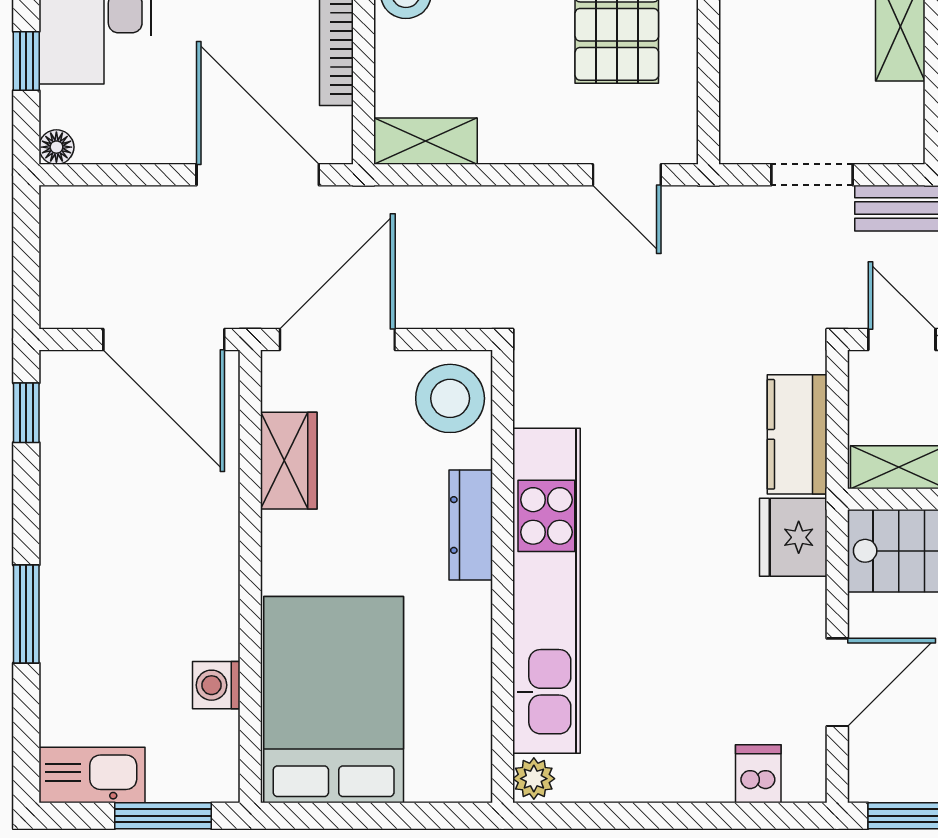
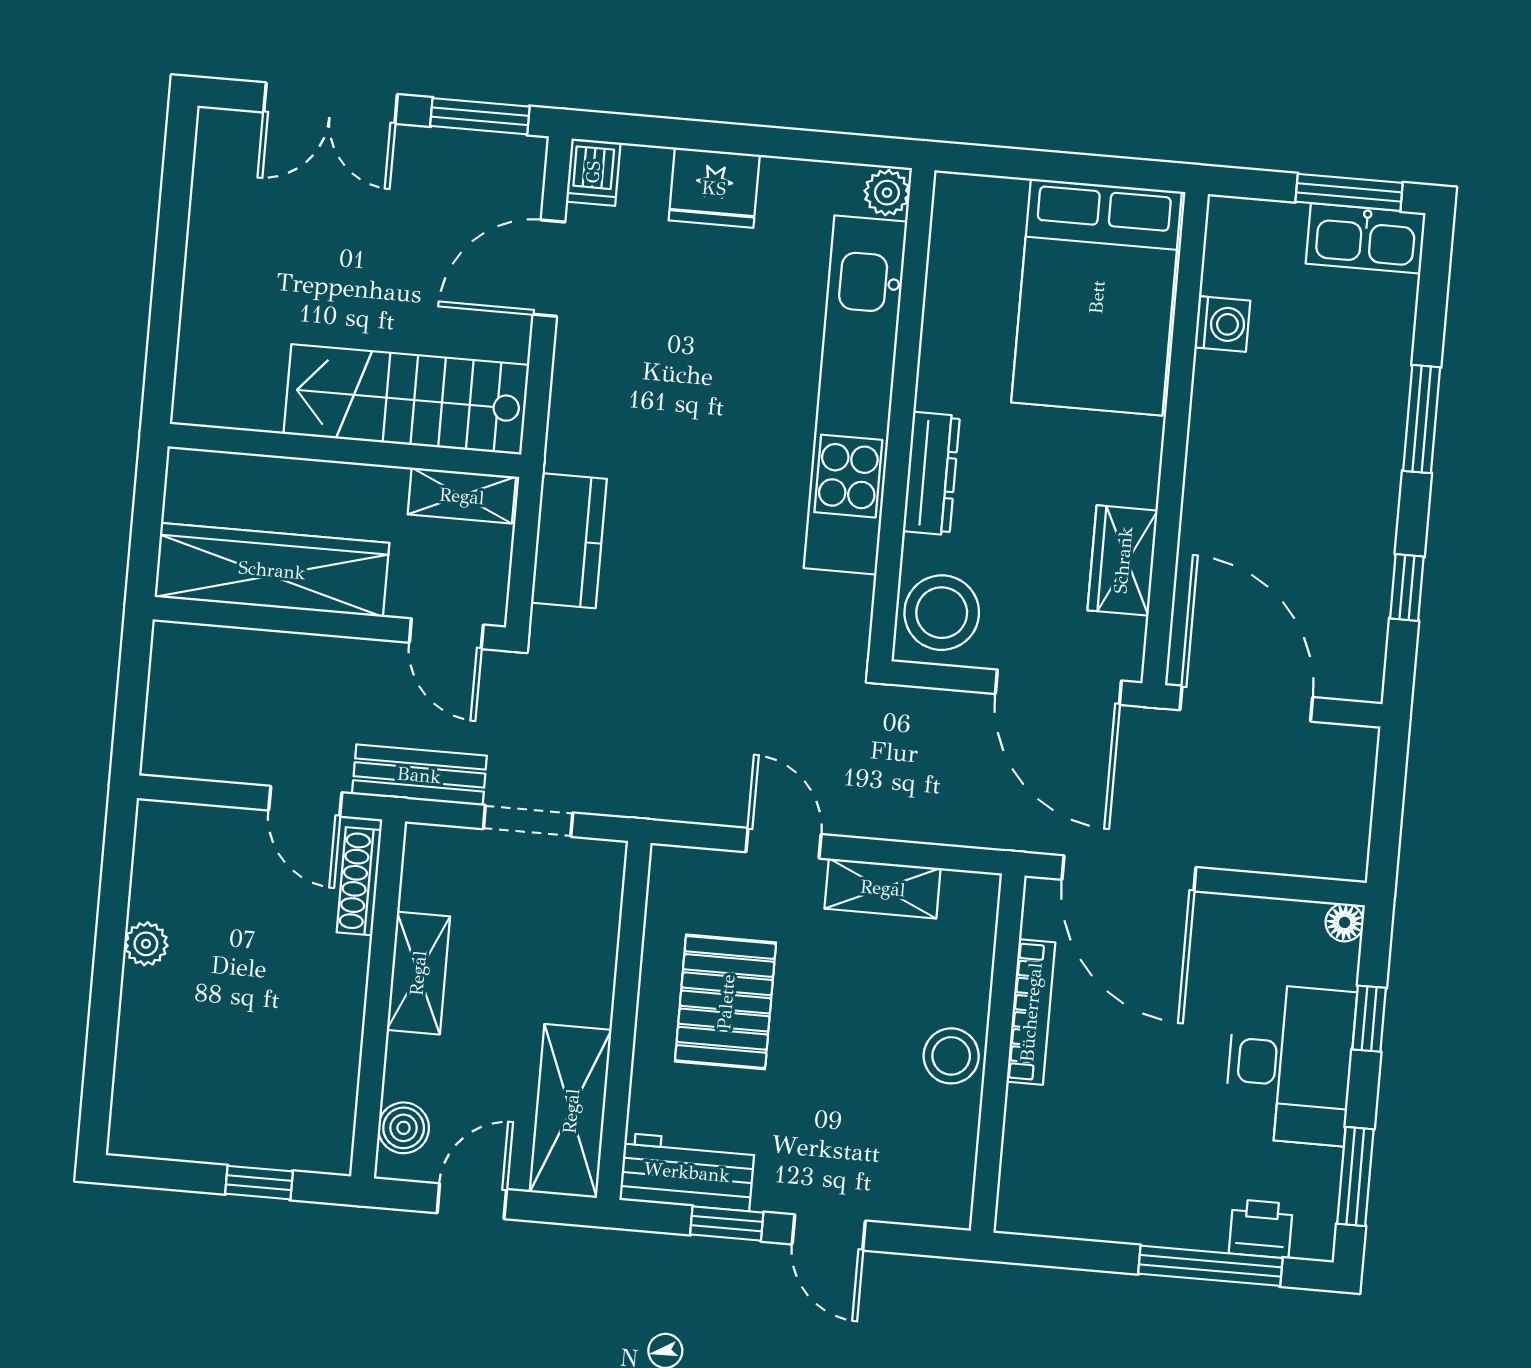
shelving: (425, 141) -> (883, 888), moved
door: (627, 175) -> (784, 843), moved
door: (337, 339) -> (1058, 687), hinge flipped
window: (26, 413) -> (1407, 588), moved
fridge: (793, 537) -> (714, 188), moved, turned 90
dishwasher: (758, 774) -> (593, 172), moved
window: (163, 816) -> (1349, 192), moved

